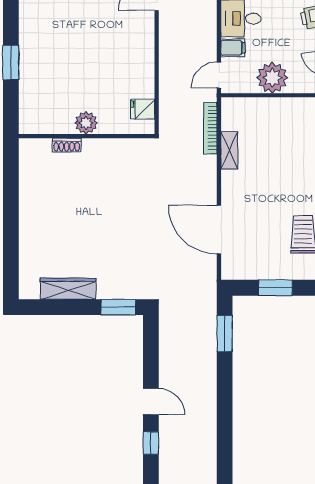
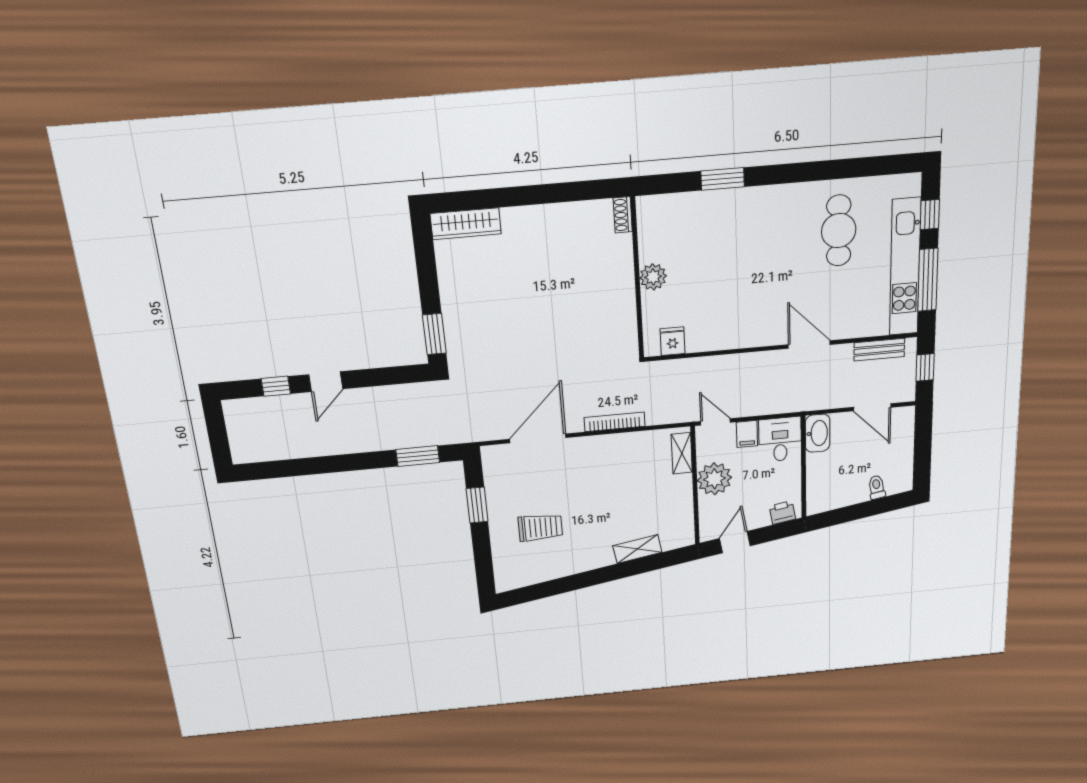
bookcase: (210, 128) -> (615, 422), moved
shoe rack: (67, 145) -> (623, 215), moved
shelving: (229, 150) -> (682, 453), moved, turned 90
wardrobe: (68, 289) -> (466, 224), moved, turned 90

